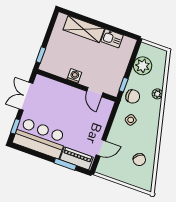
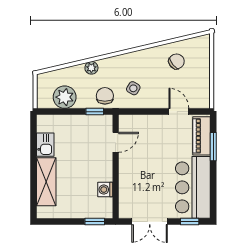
washing machine: (74, 76) -> (105, 190), moved

